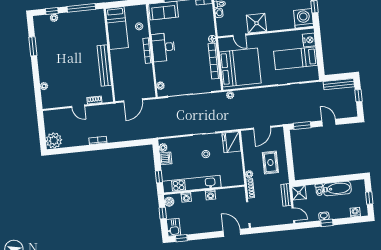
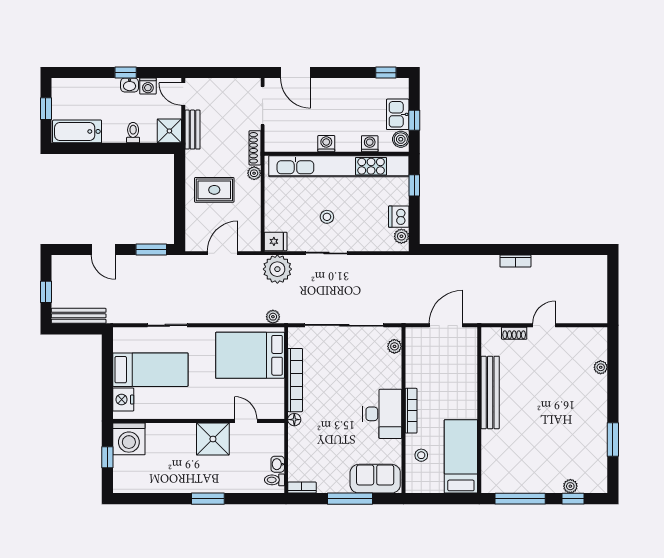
bed: (240, 67) -> (250, 355), width x0.73
door: (78, 106) -> (544, 325), hinge flipped
plant: (54, 140) -> (277, 269), moved
fridge: (231, 142) -> (276, 241), width x0.53, depth x0.75
rug: (270, 162) -> (214, 190), turned 90
kitchen unit: (192, 184) -> (339, 166), width x1.36
bathtub: (337, 188) -> (77, 131), moved
washing machine: (355, 212) -> (148, 86), moved
kitchen sink: (174, 227) -> (398, 114), moved

